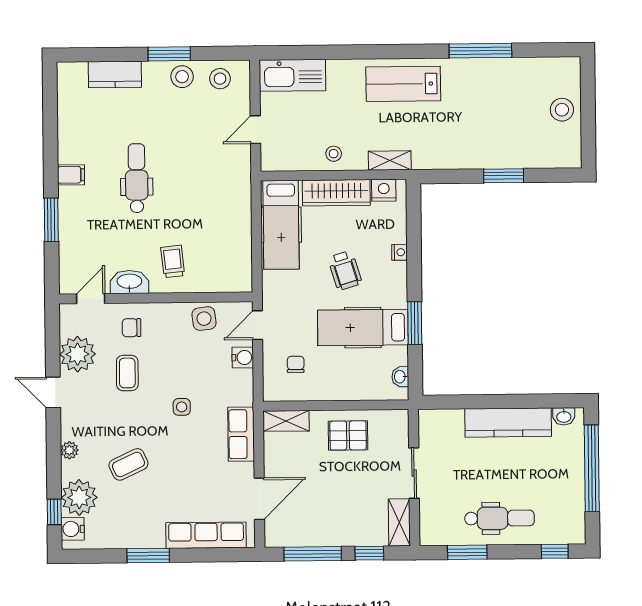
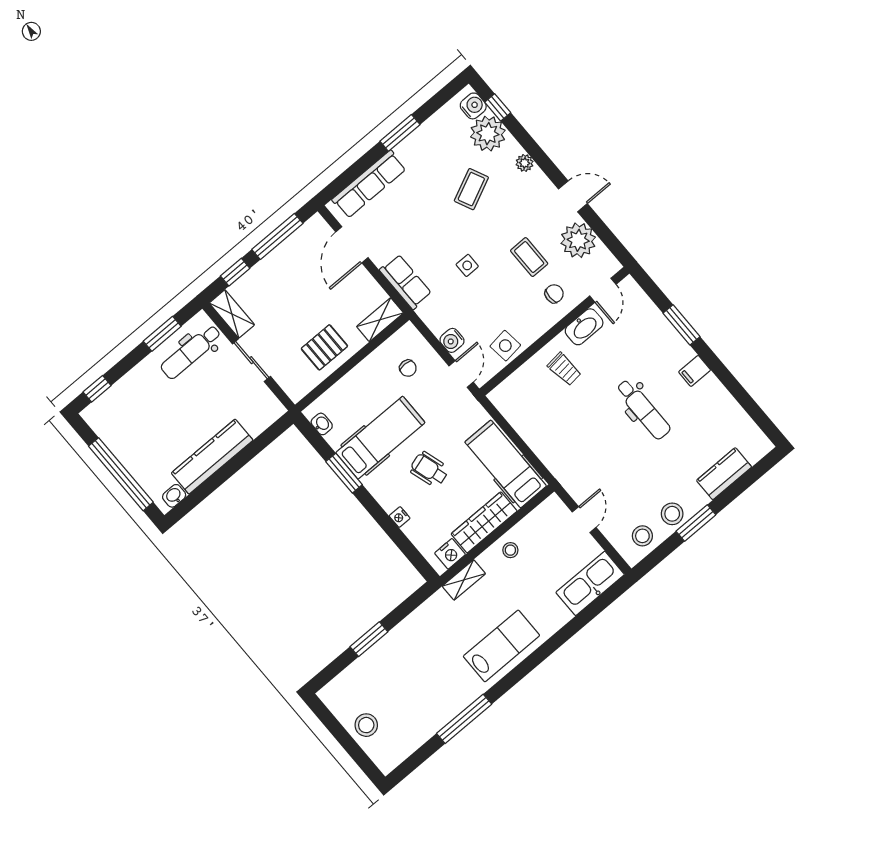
dental chair: (499, 518) -> (191, 352), moved

